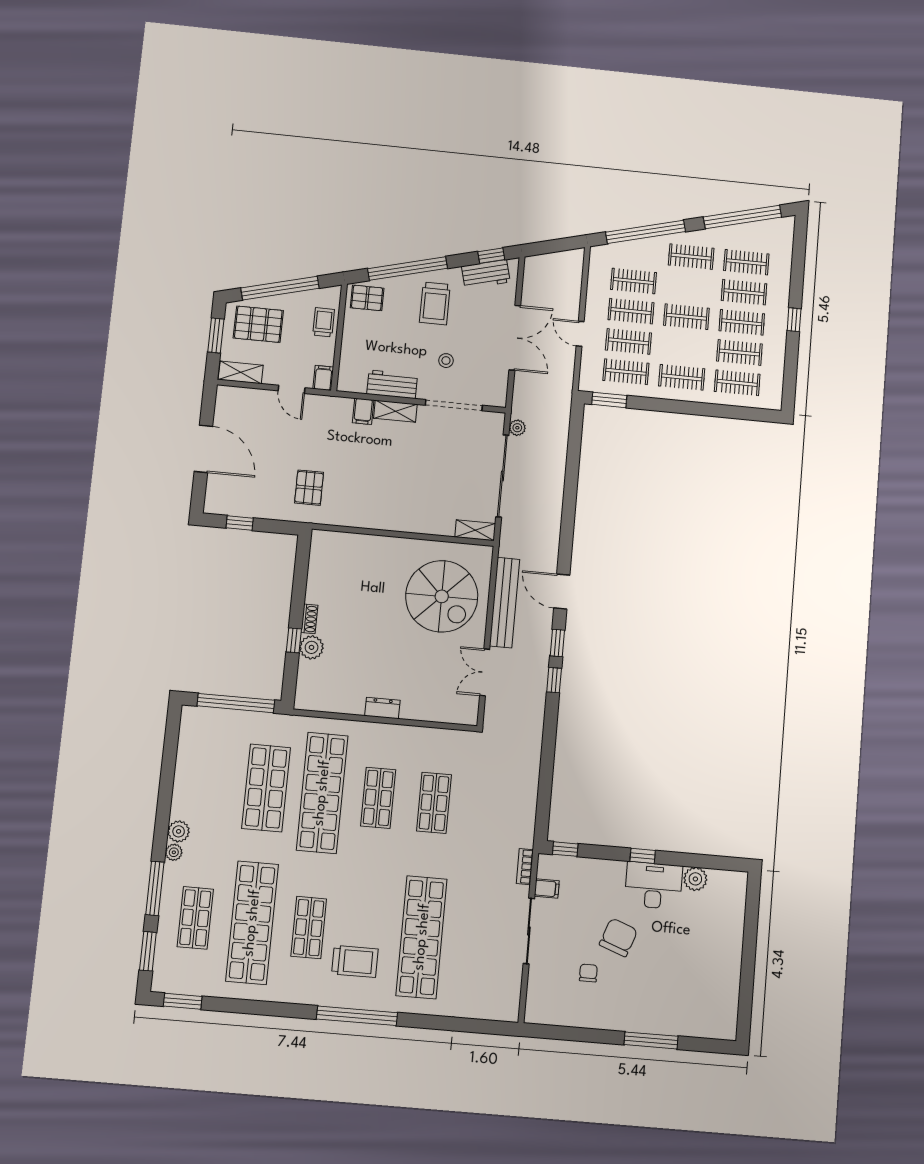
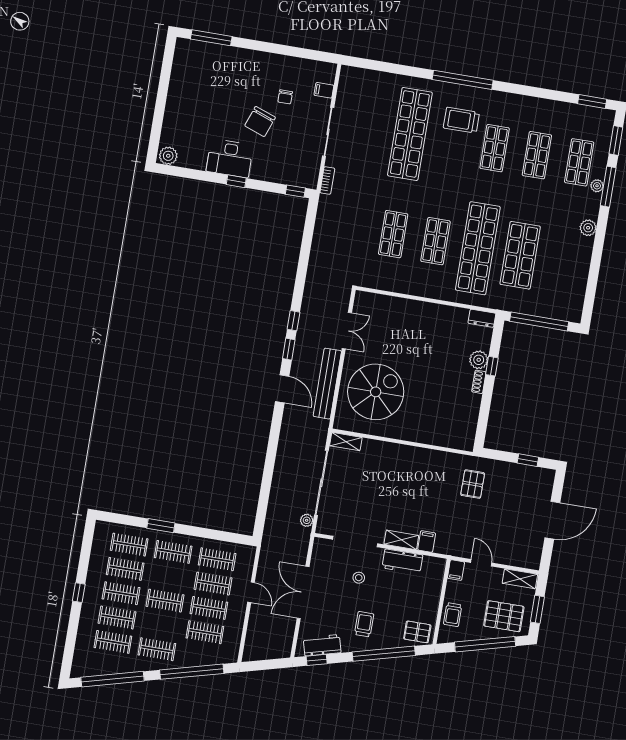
trolley: (435, 303) -> (364, 624), width x0.73, depth x0.72
window: (609, 400) -> (161, 526), moved
door: (203, 449) -> (552, 520), swing flipped
spiral stairs: (442, 596) -> (376, 392), turned 90
dresser: (382, 708) -> (482, 318), moved
plant: (174, 852) -> (597, 186), moved
plant: (695, 879) -> (168, 156), moved
filing cabinet: (547, 888) -> (324, 90), moved
shop shelf: (252, 923) -> (537, 155), width x0.50, depth x0.74
window: (651, 1040) -> (211, 38), moved

